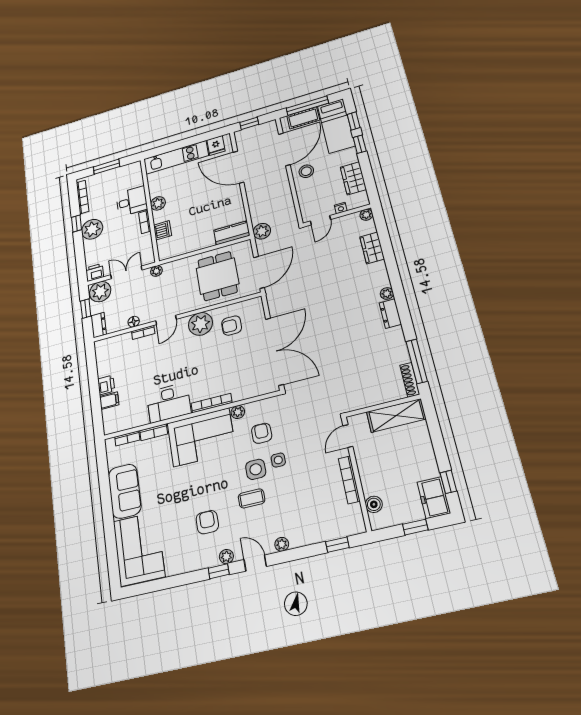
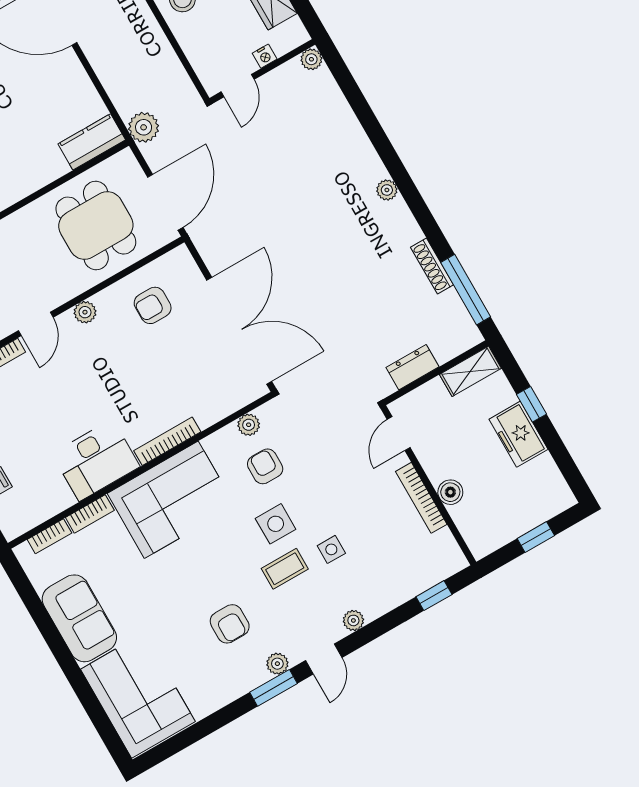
wardrobe: (372, 248) -> (339, 117), removed
dresser: (390, 314) -> (413, 367), moved, turned 90
plant: (200, 324) -> (85, 312), width x0.53, depth x0.53
shoe rack: (410, 380) -> (432, 266), moved
plant: (238, 412) -> (249, 425), moved
shelving: (396, 415) -> (470, 371), width x0.67, depth x0.75
side table: (278, 460) -> (331, 549), moved
window: (448, 482) -> (532, 404), moved
freezer: (434, 498) -> (518, 434), moved
boiler: (374, 504) -> (450, 492), moved
armchair: (207, 522) -> (230, 624), turned 180
door: (255, 563) -> (324, 659), swing flipped
window: (219, 571) -> (273, 688), width x1.50

